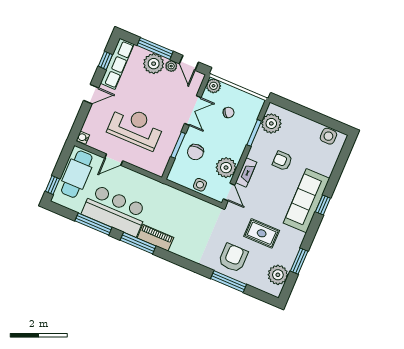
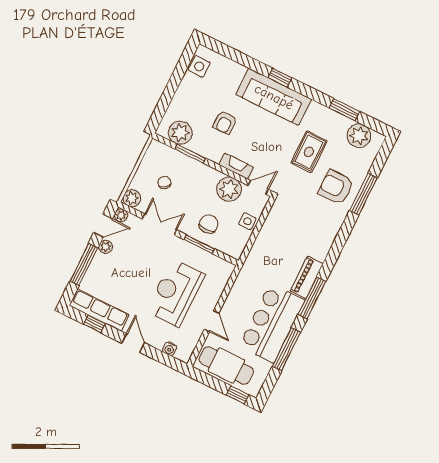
plant: (154, 64) -> (121, 215), moved, width x0.53, depth x0.53
water cooler: (83, 138) -> (170, 349), moved
chair: (195, 152) -> (209, 224), turned -90

